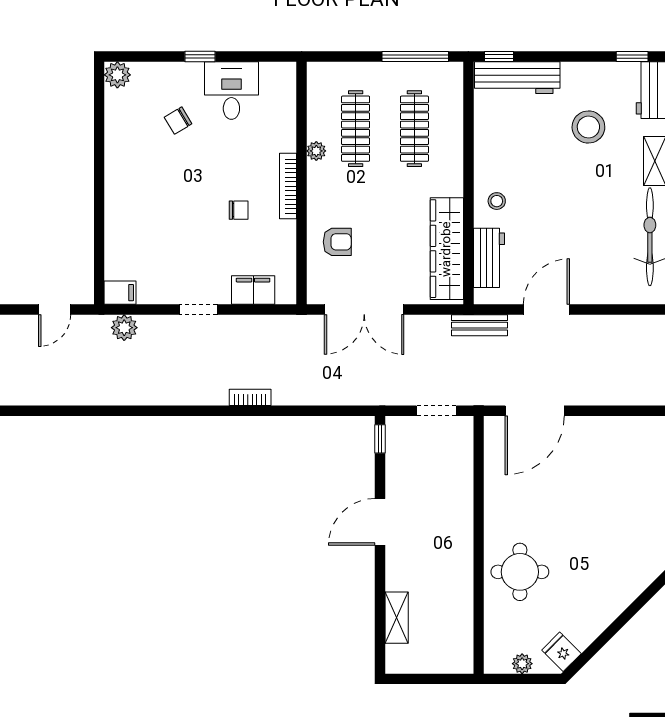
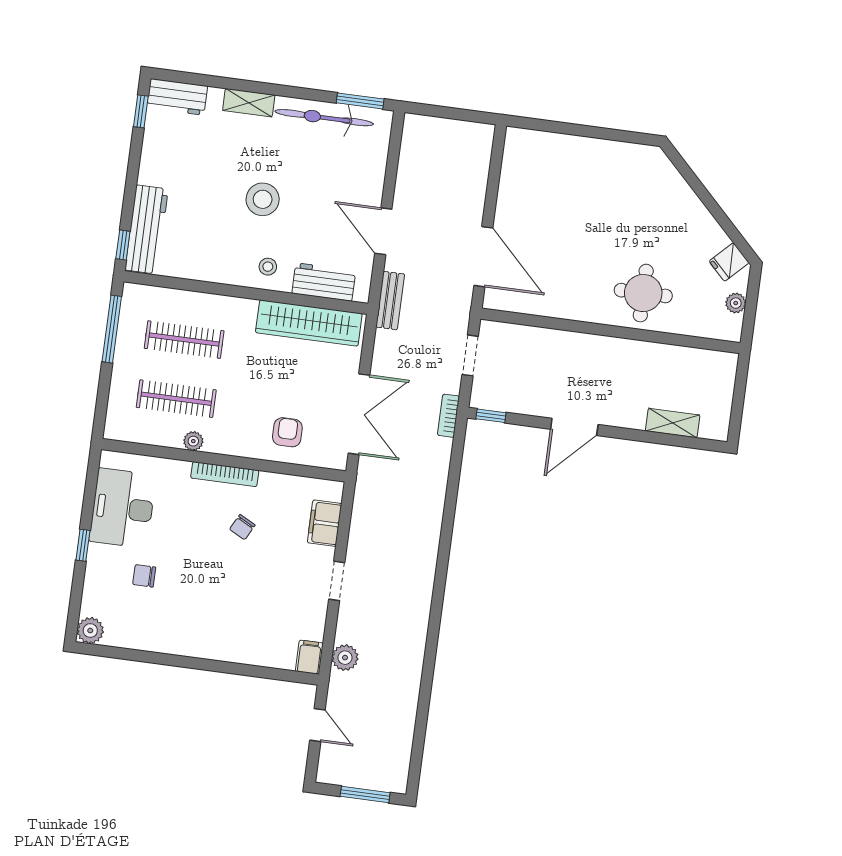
desk: (231, 91) -> (123, 508), width x1.37
chair: (178, 121) -> (144, 576), turned 121
stool: (588, 127) -> (263, 199), moved
chair: (239, 210) -> (242, 527), turned -152
bookcase: (250, 397) -> (448, 416), moved
door: (380, 522) -> (574, 427), hinge flipped

